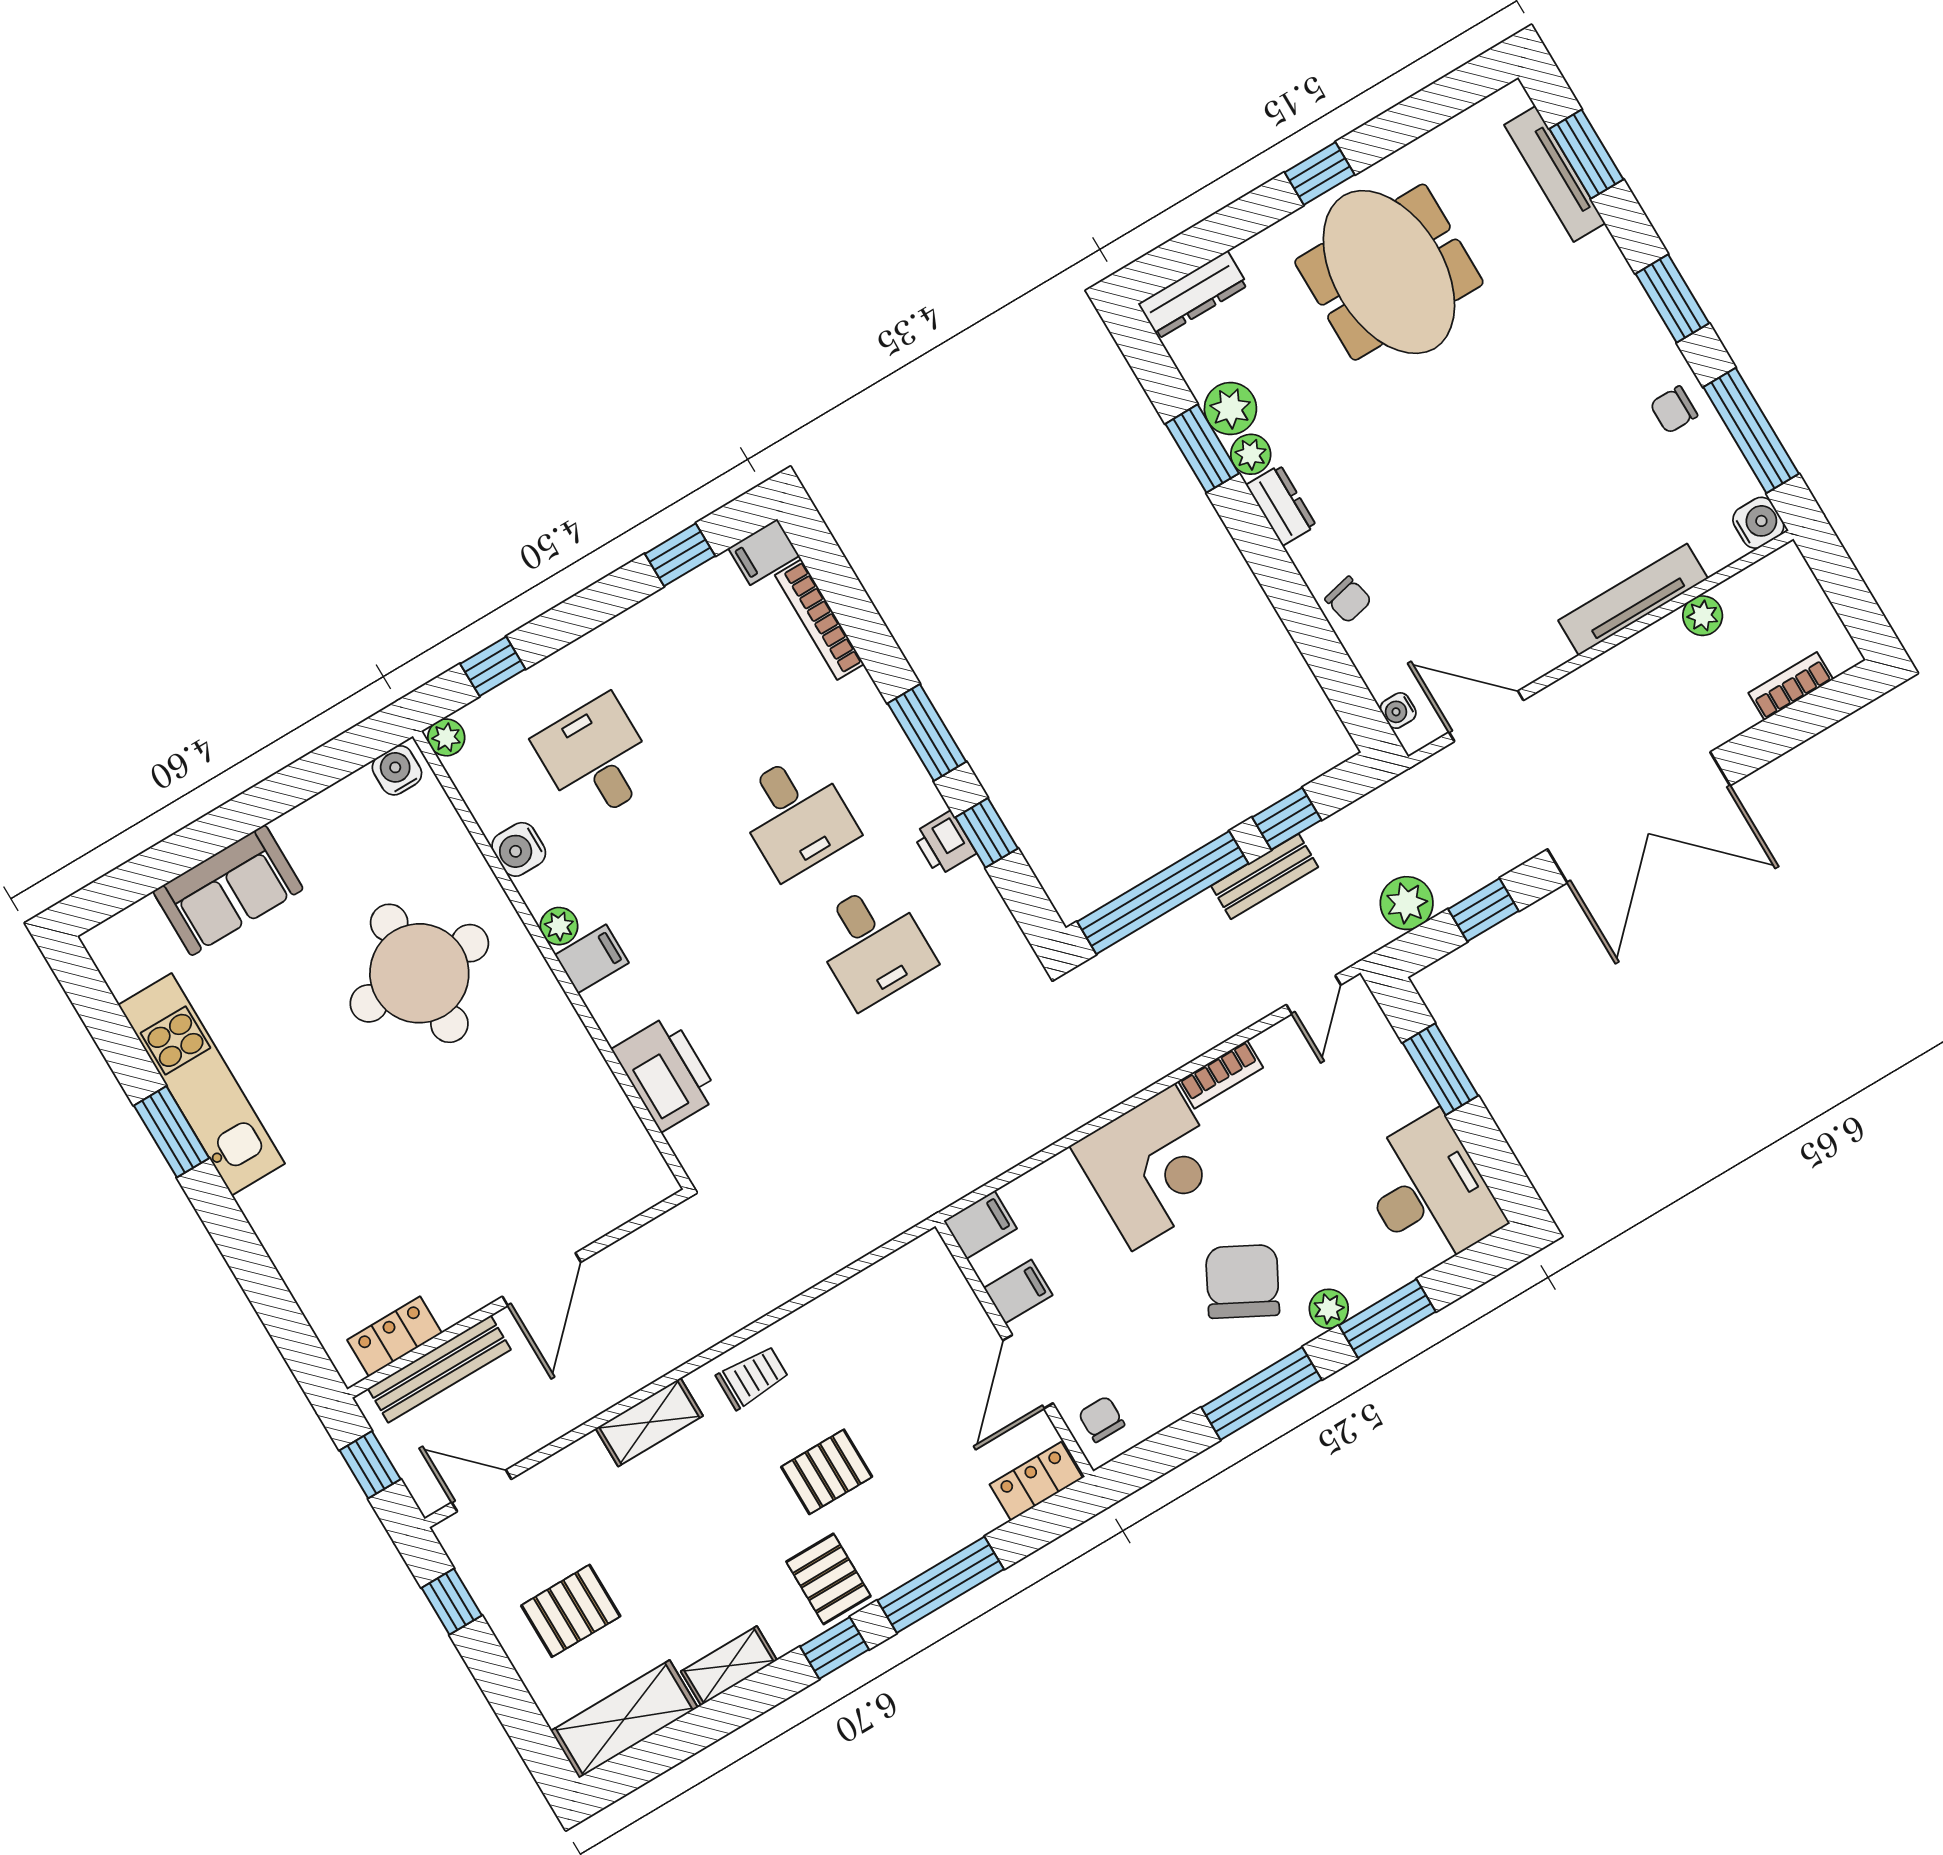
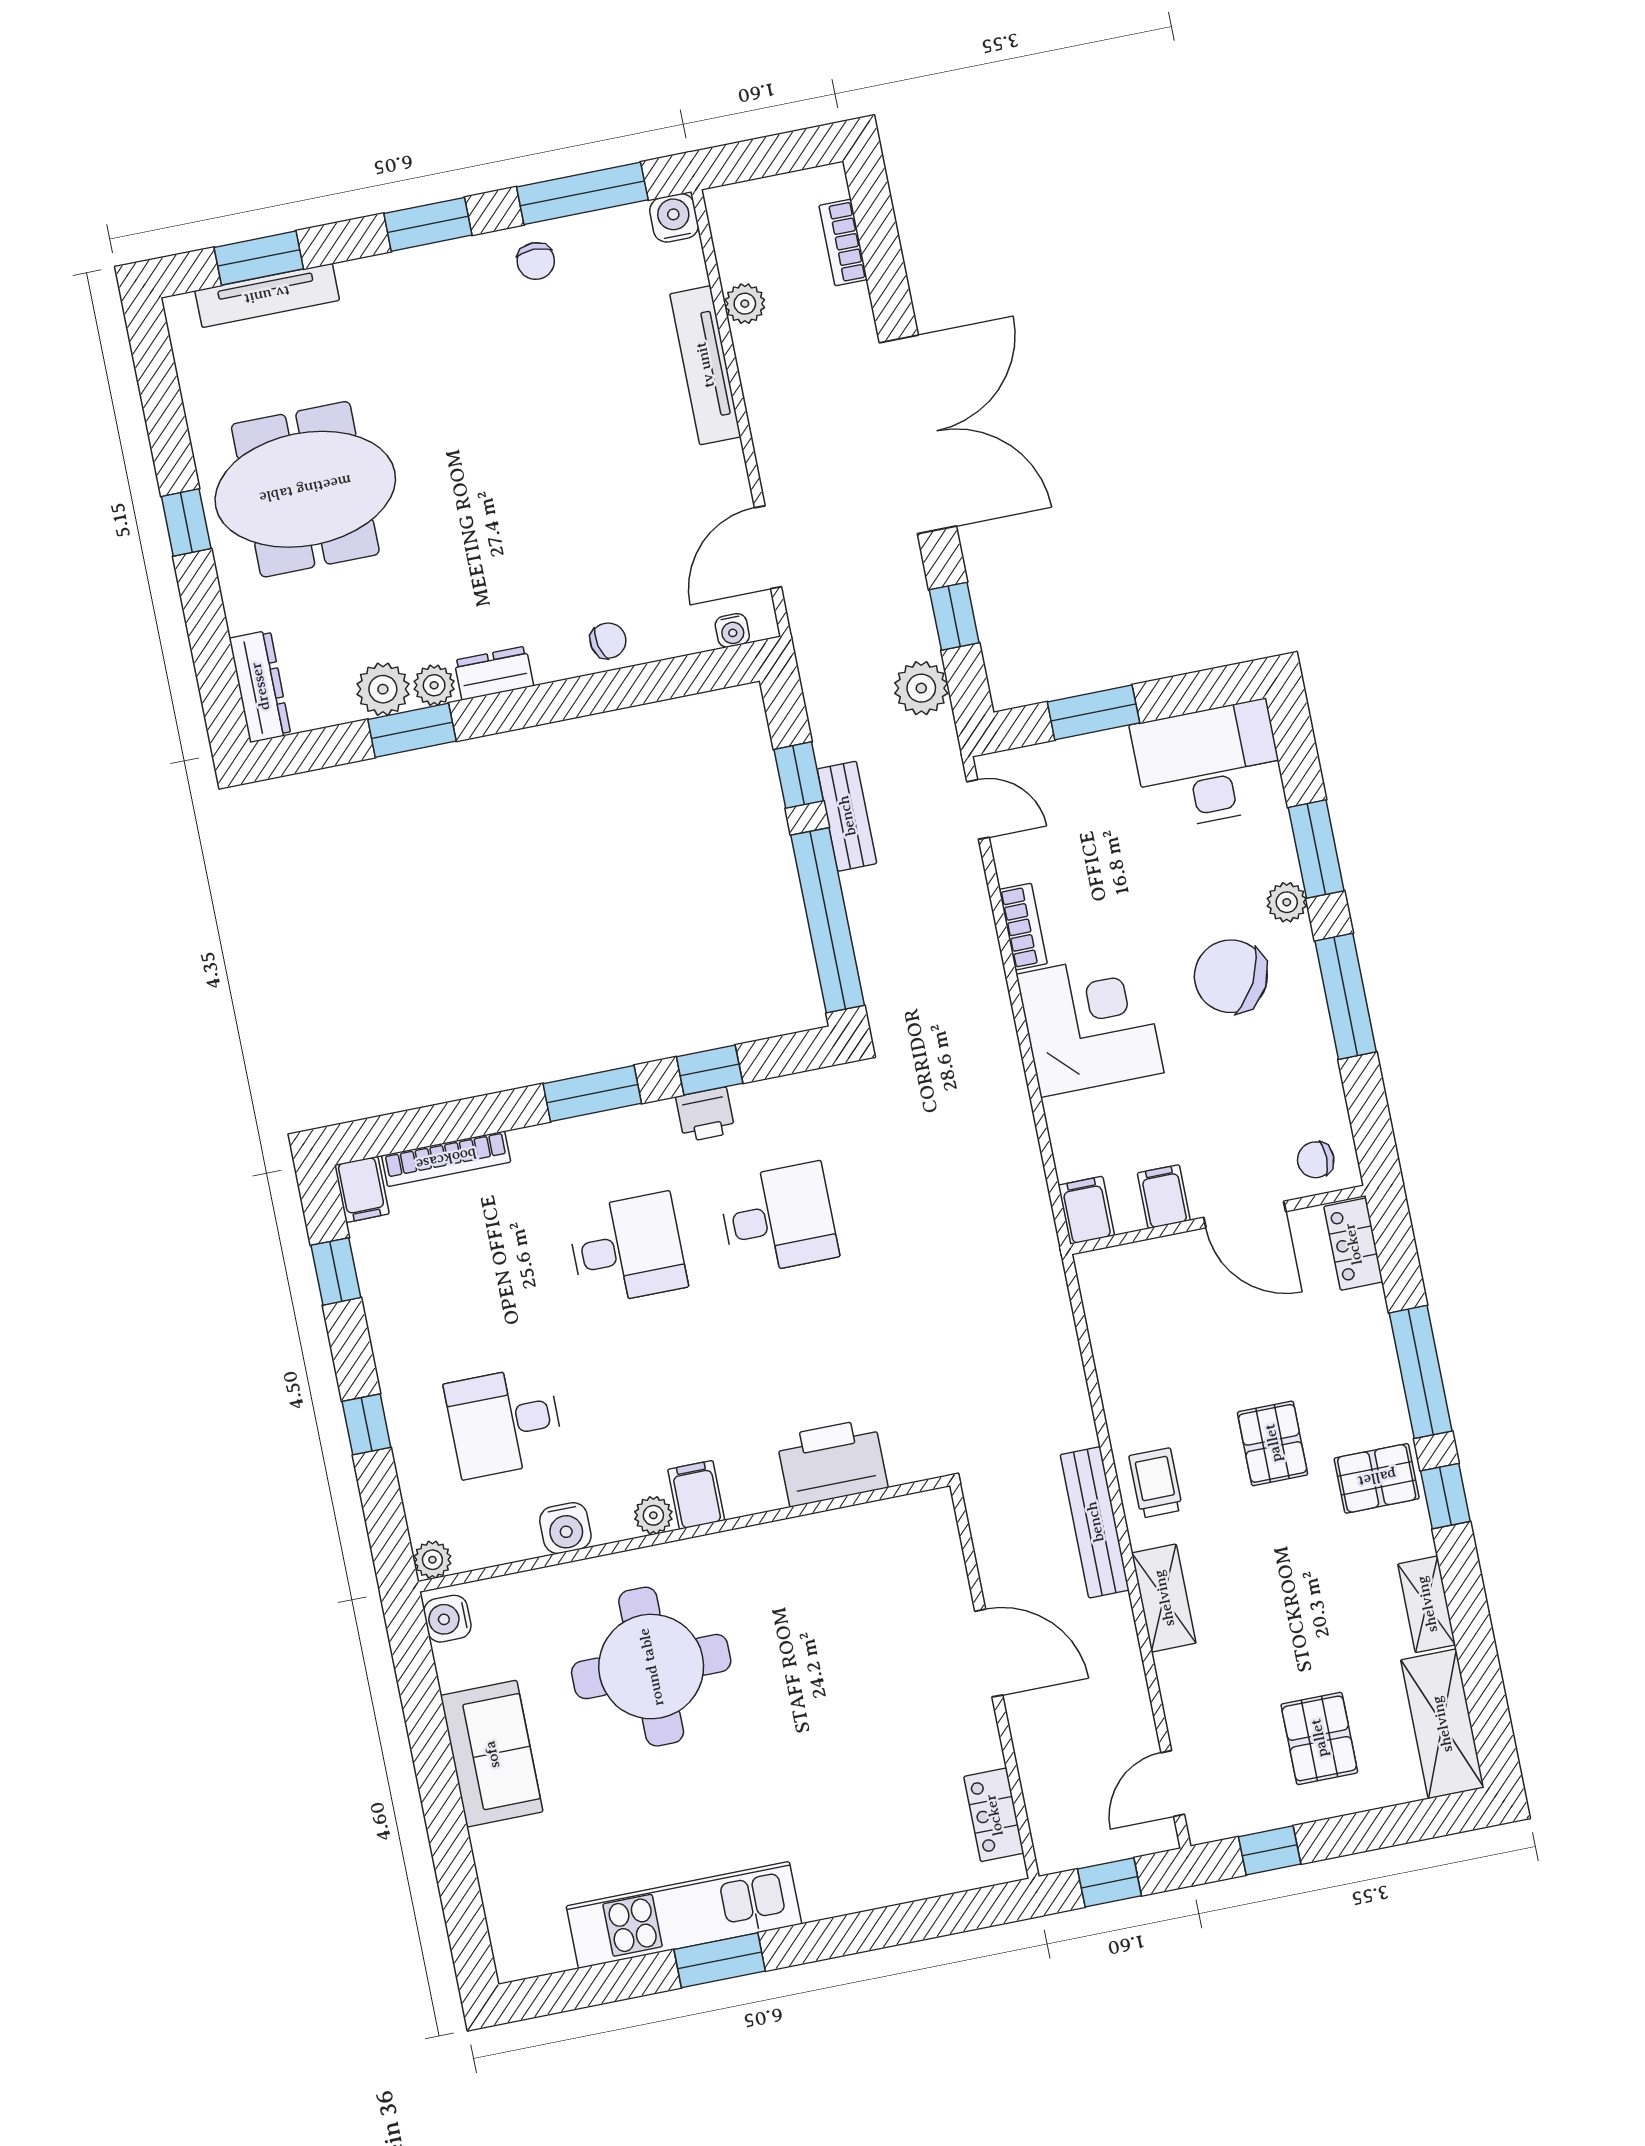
window: (493, 666) -> (366, 1424), moved
sofa: (228, 890) -> (492, 1754), moved
bench: (439, 1369) -> (1095, 1522), moved

